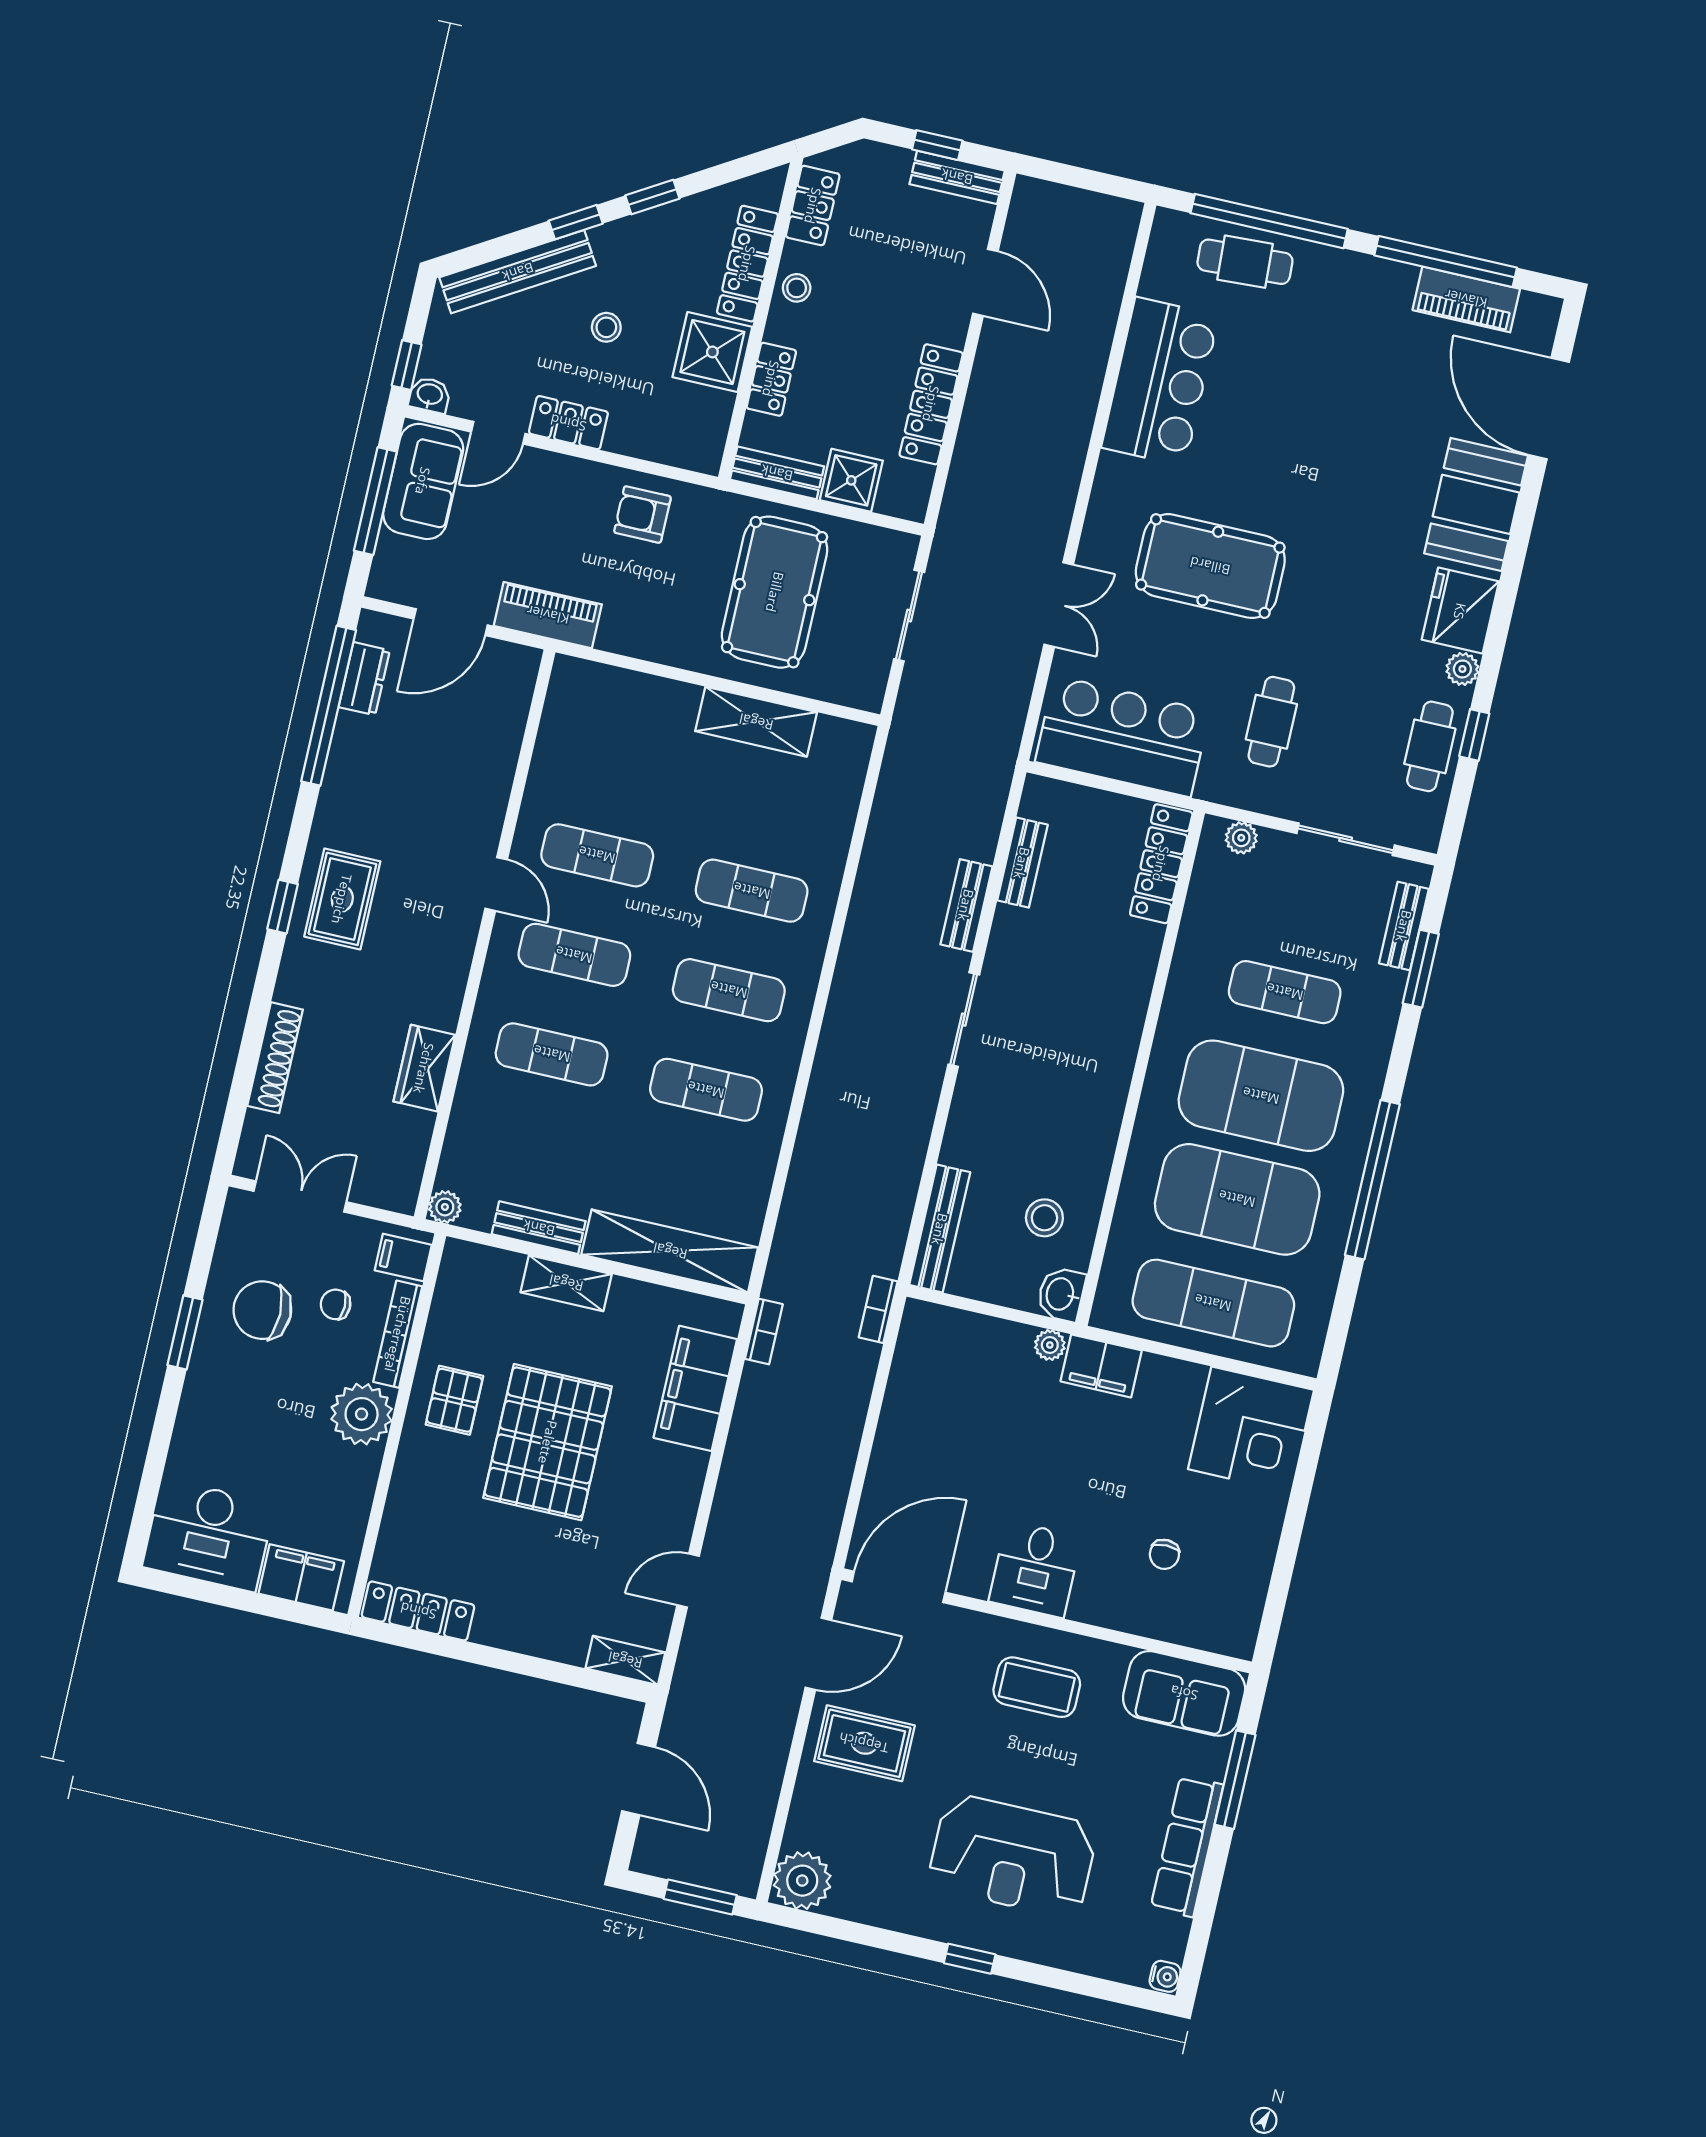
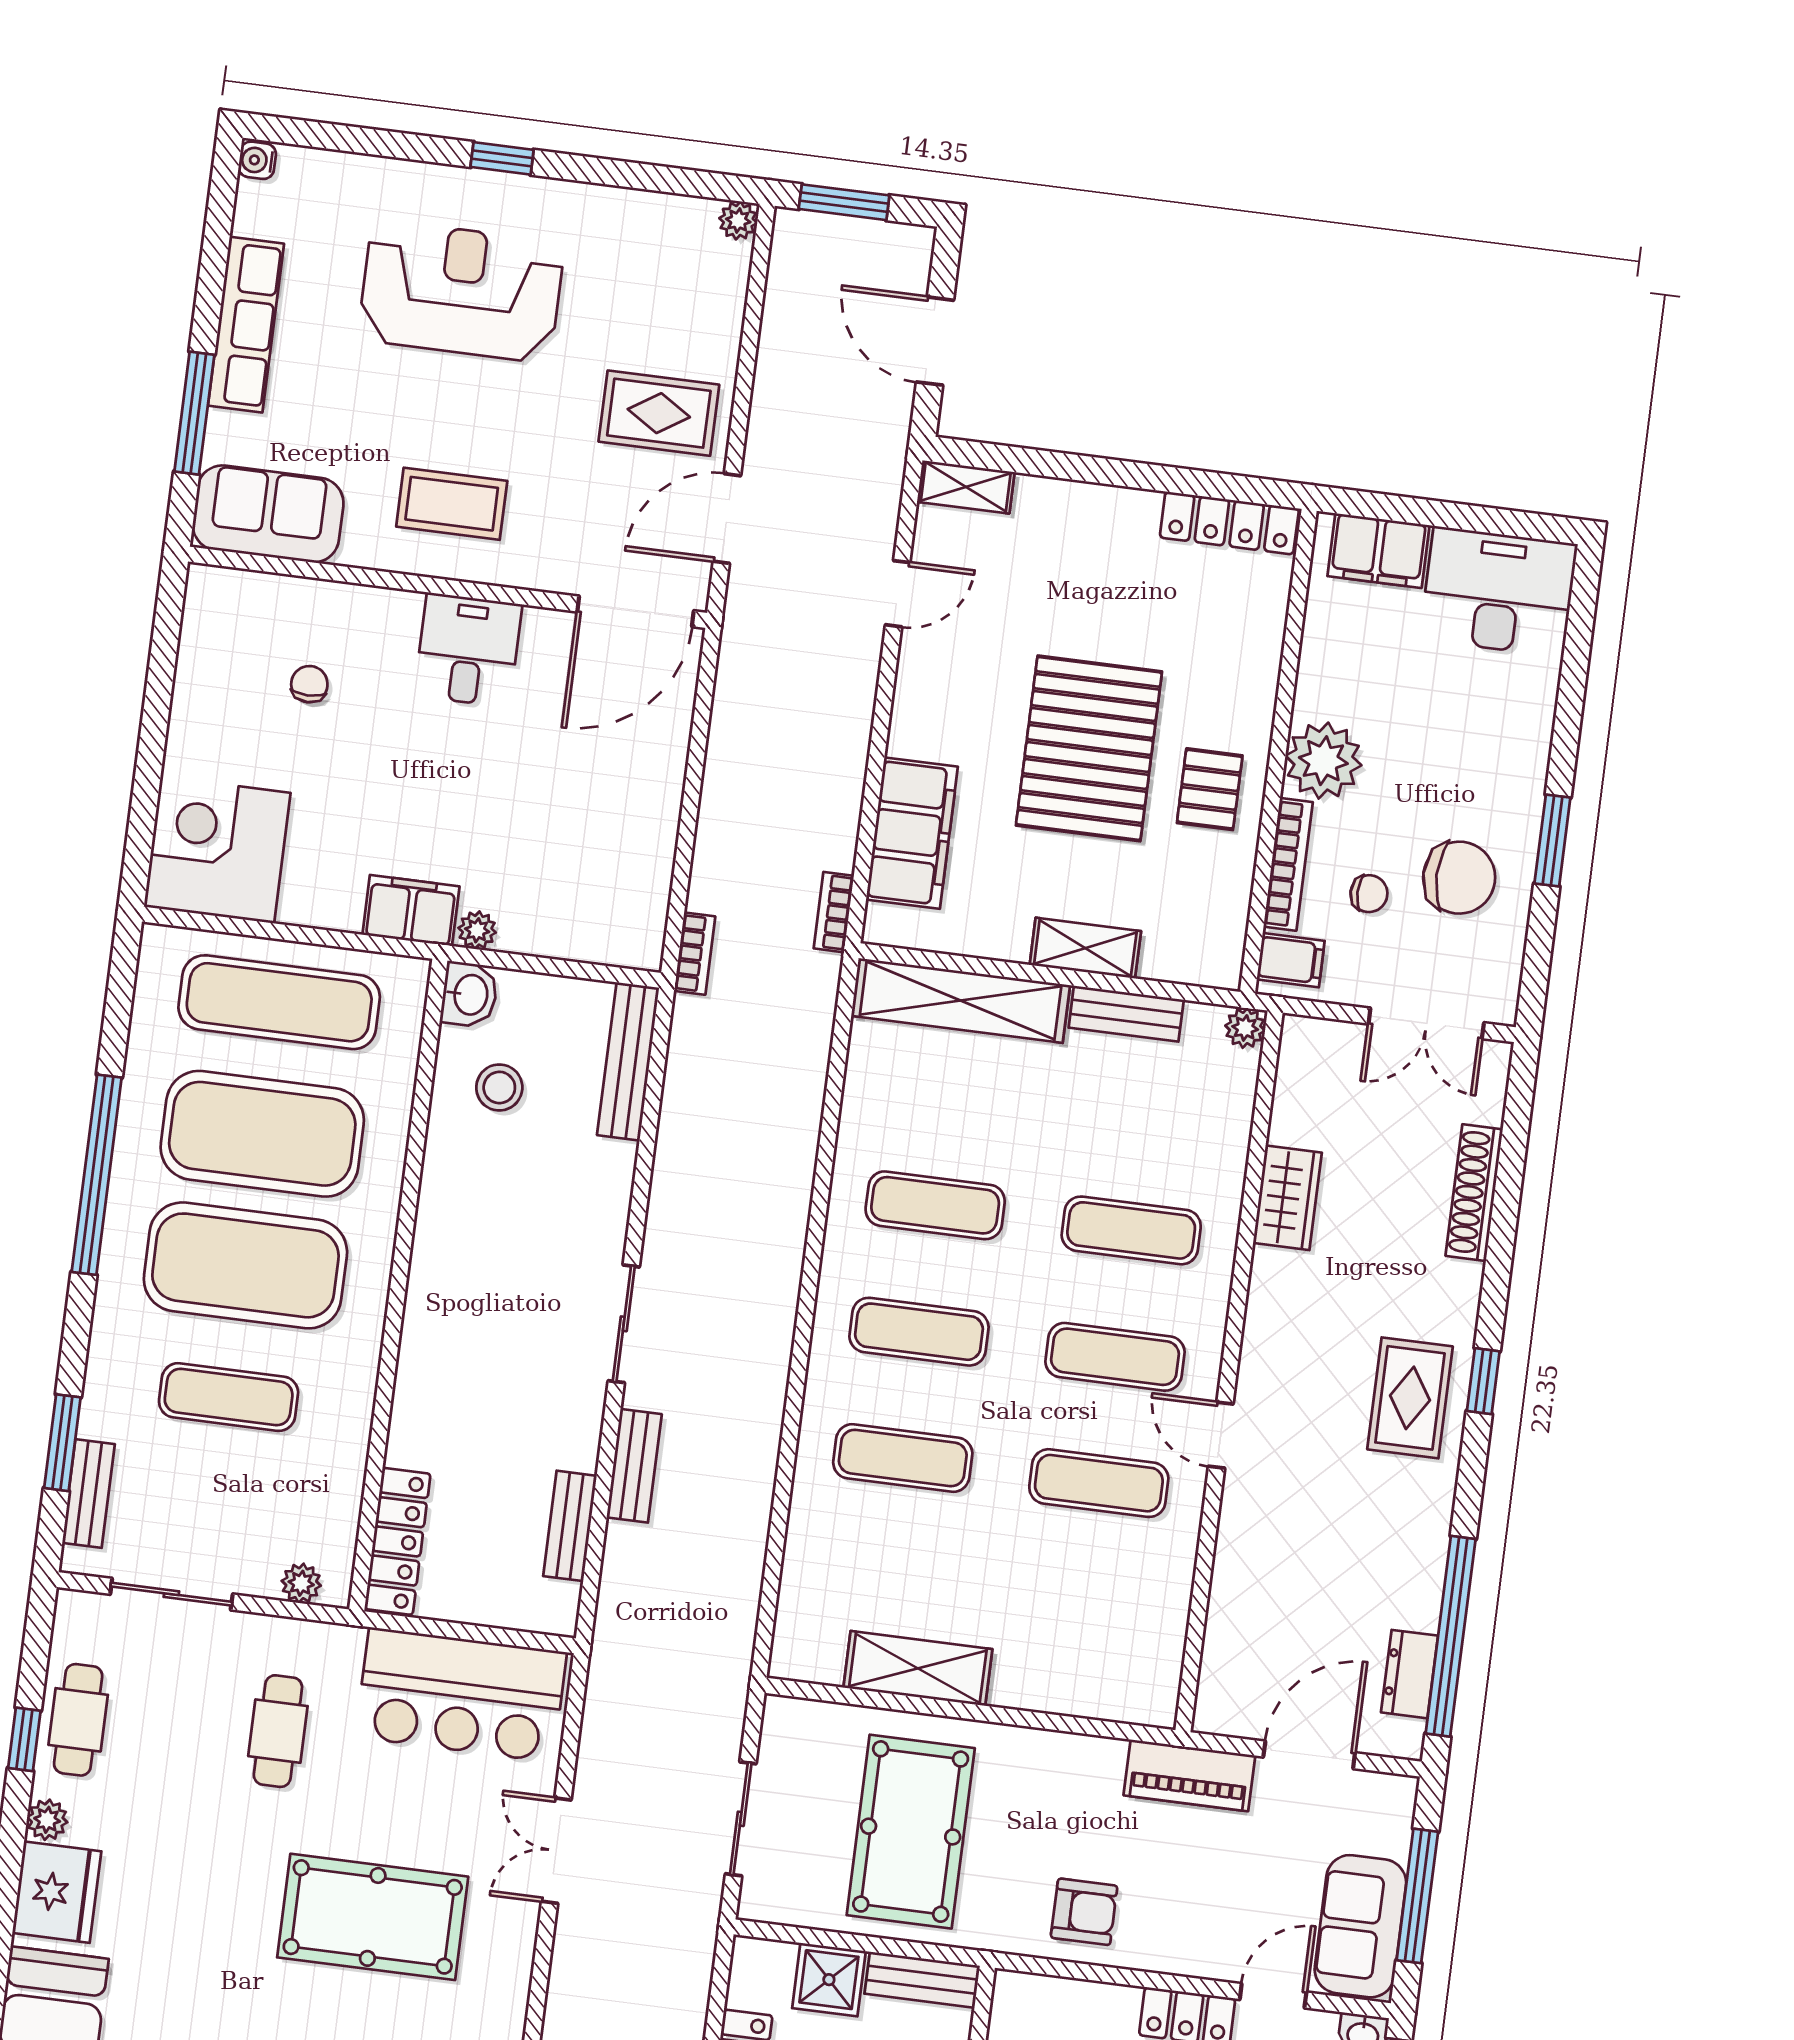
plant: (802, 1881) -> (738, 221), width x0.53, depth x0.53

